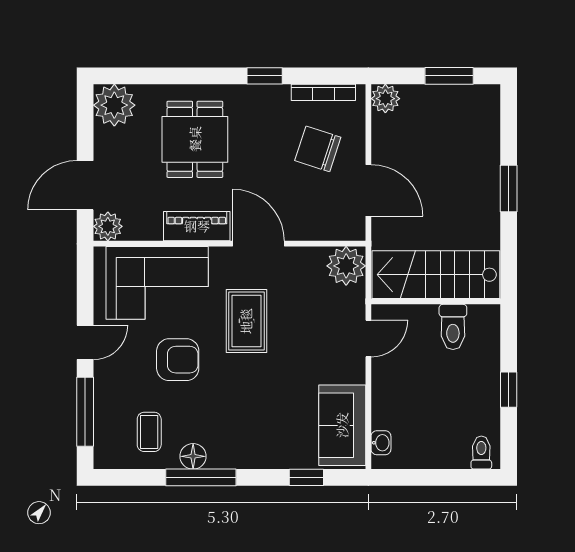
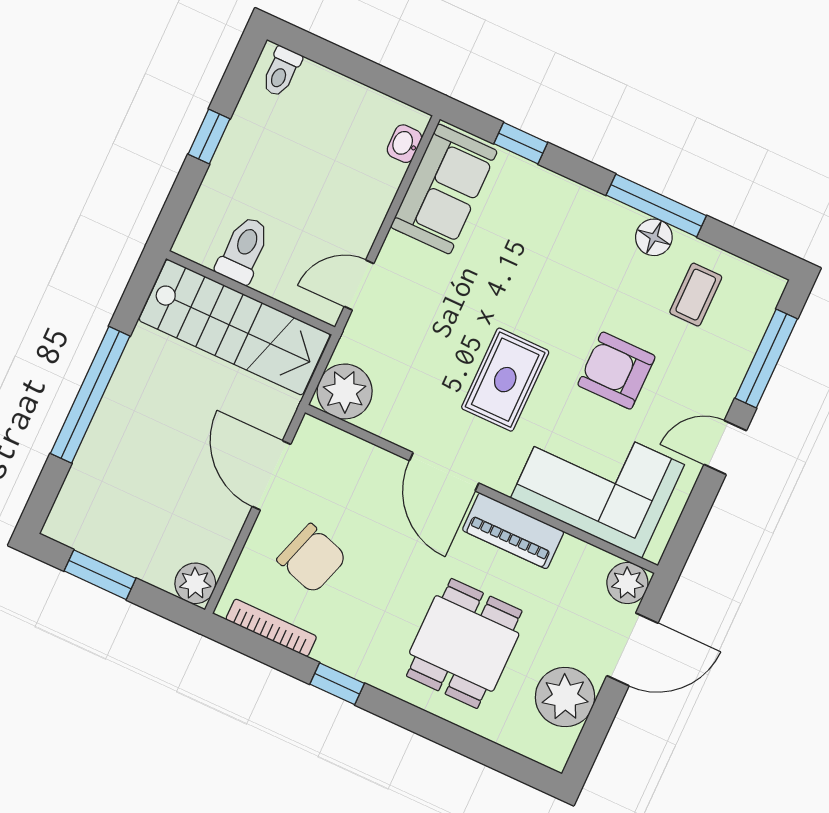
plant: (114, 105) -> (565, 697), moved
window: (509, 189) -> (90, 395), width x2.11

